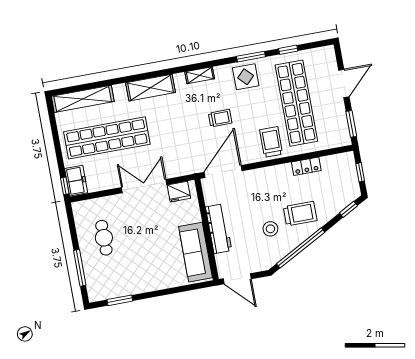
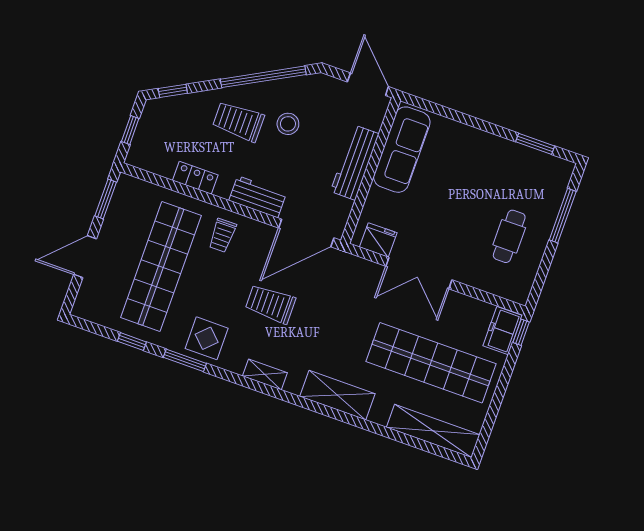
trolley: (220, 118) -> (270, 304), width x1.36, depth x1.39
trolley: (271, 142) -> (222, 235), width x0.73, depth x0.72
workbench: (264, 176) -> (258, 197), added

